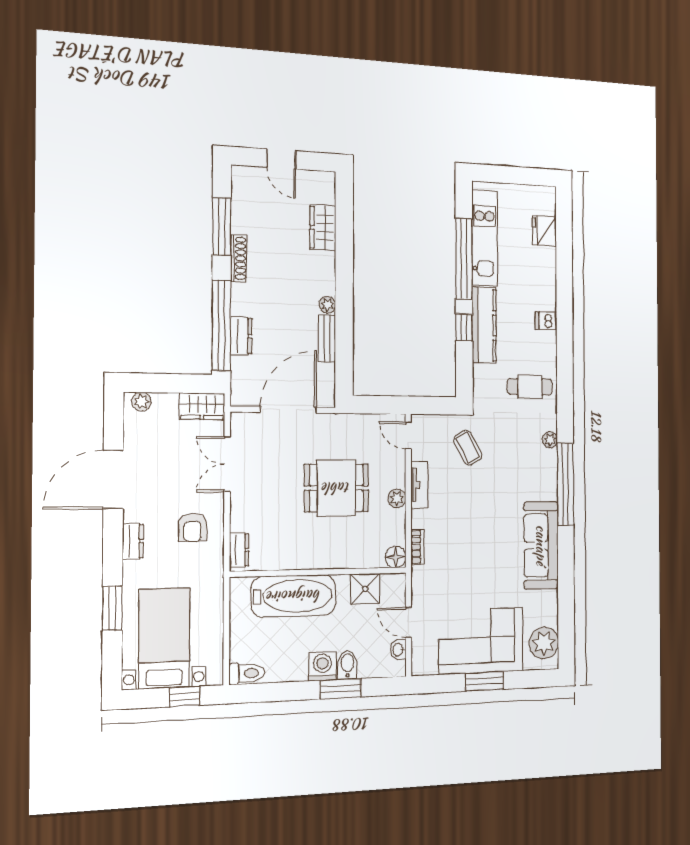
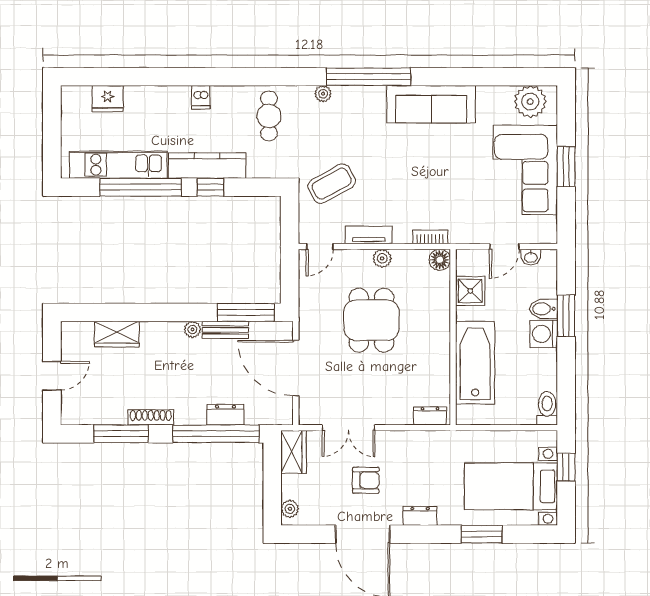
window: (344, 360) -> (246, 312), added
coffee table: (468, 448) -> (332, 184), width x1.36, depth x1.30
armchair: (192, 527) -> (366, 480), moved

